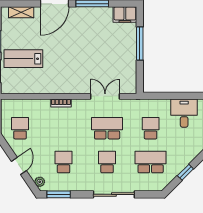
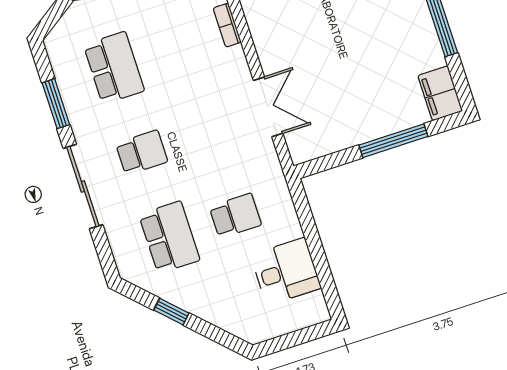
school desk: (107, 128) -> (208, 131), removed
school desk: (64, 162) -> (114, 68), width x1.85
plant: (40, 182) -> (60, 34), removed
window: (59, 194) -> (56, 104), moved

